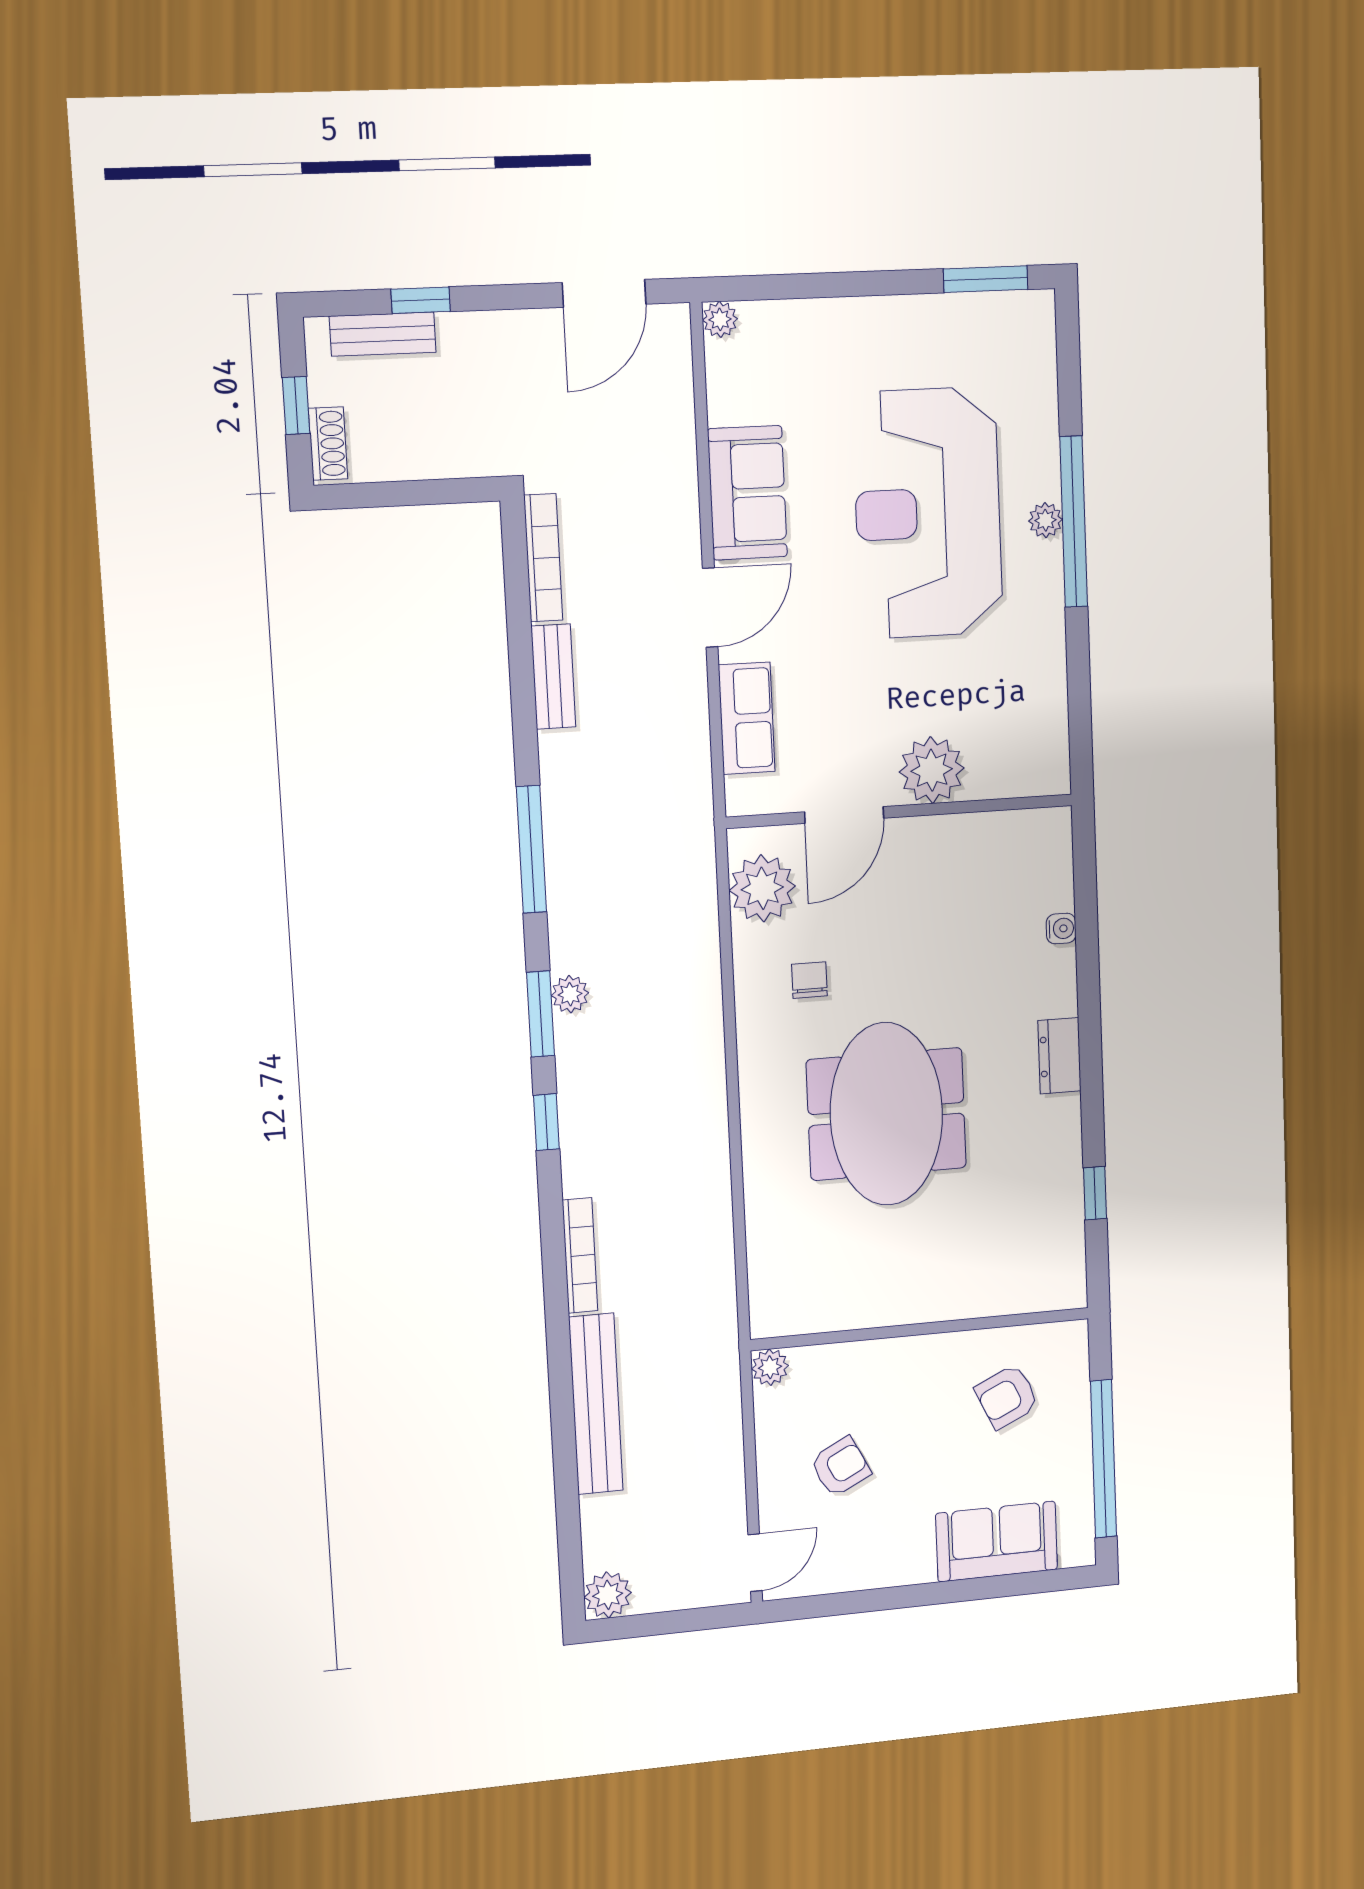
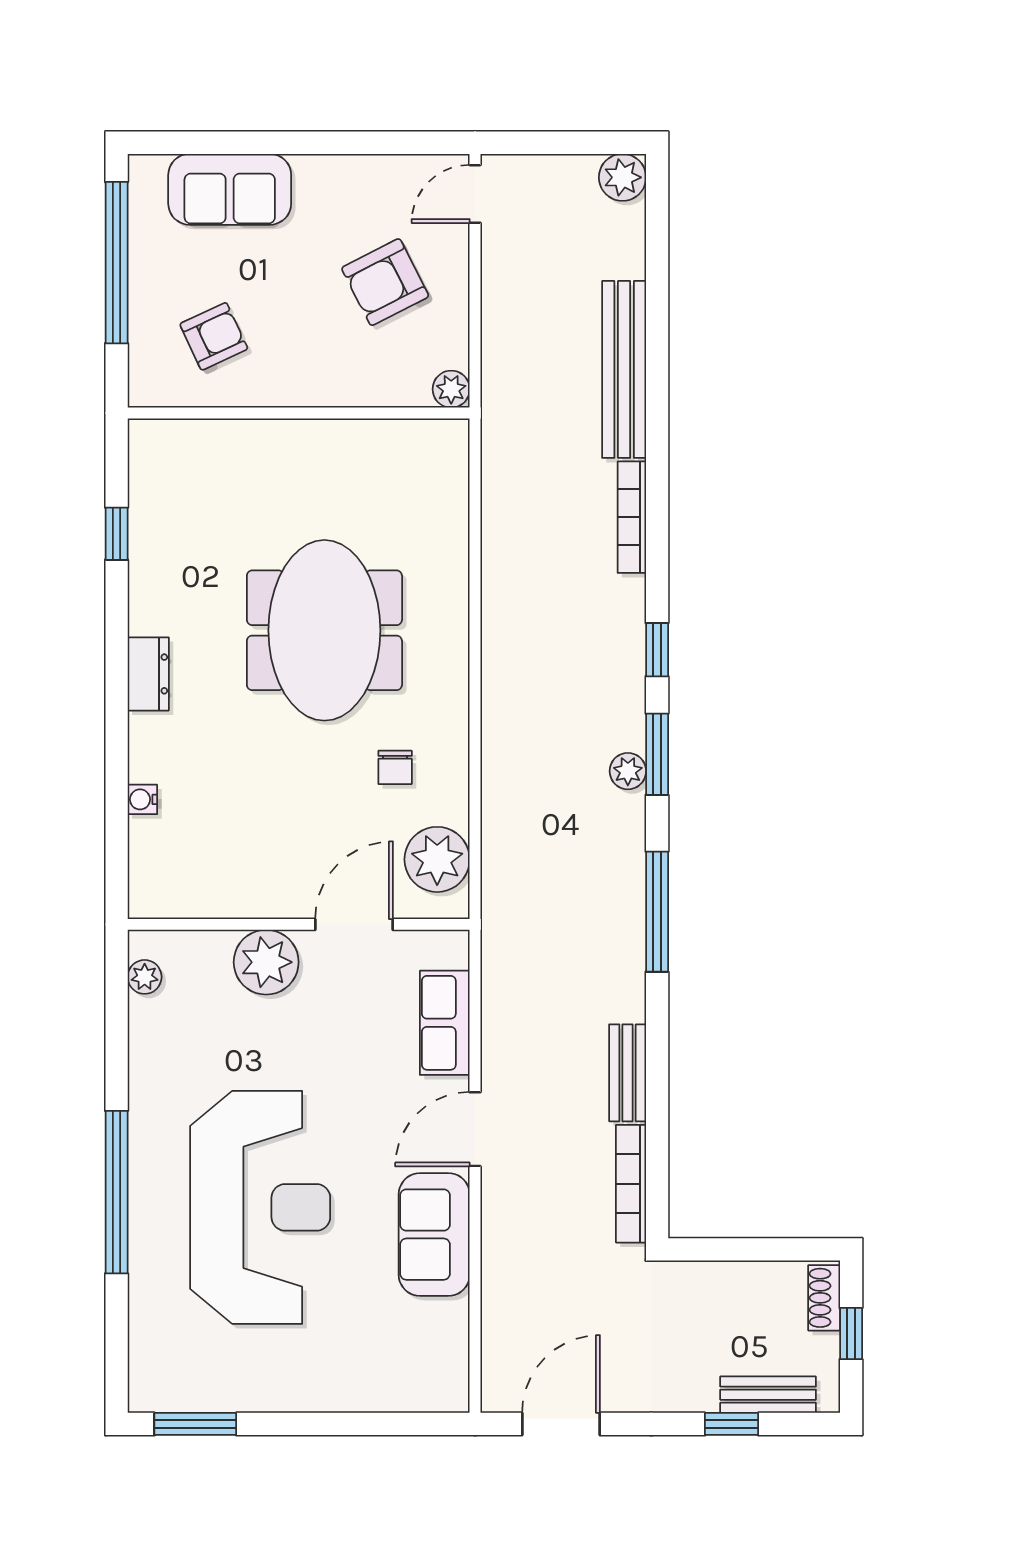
plant: (720, 319) -> (453, 1396), removed
plant: (1045, 520) -> (145, 977), moved
armchair: (840, 1467) -> (385, 282), width x1.38, depth x1.38

